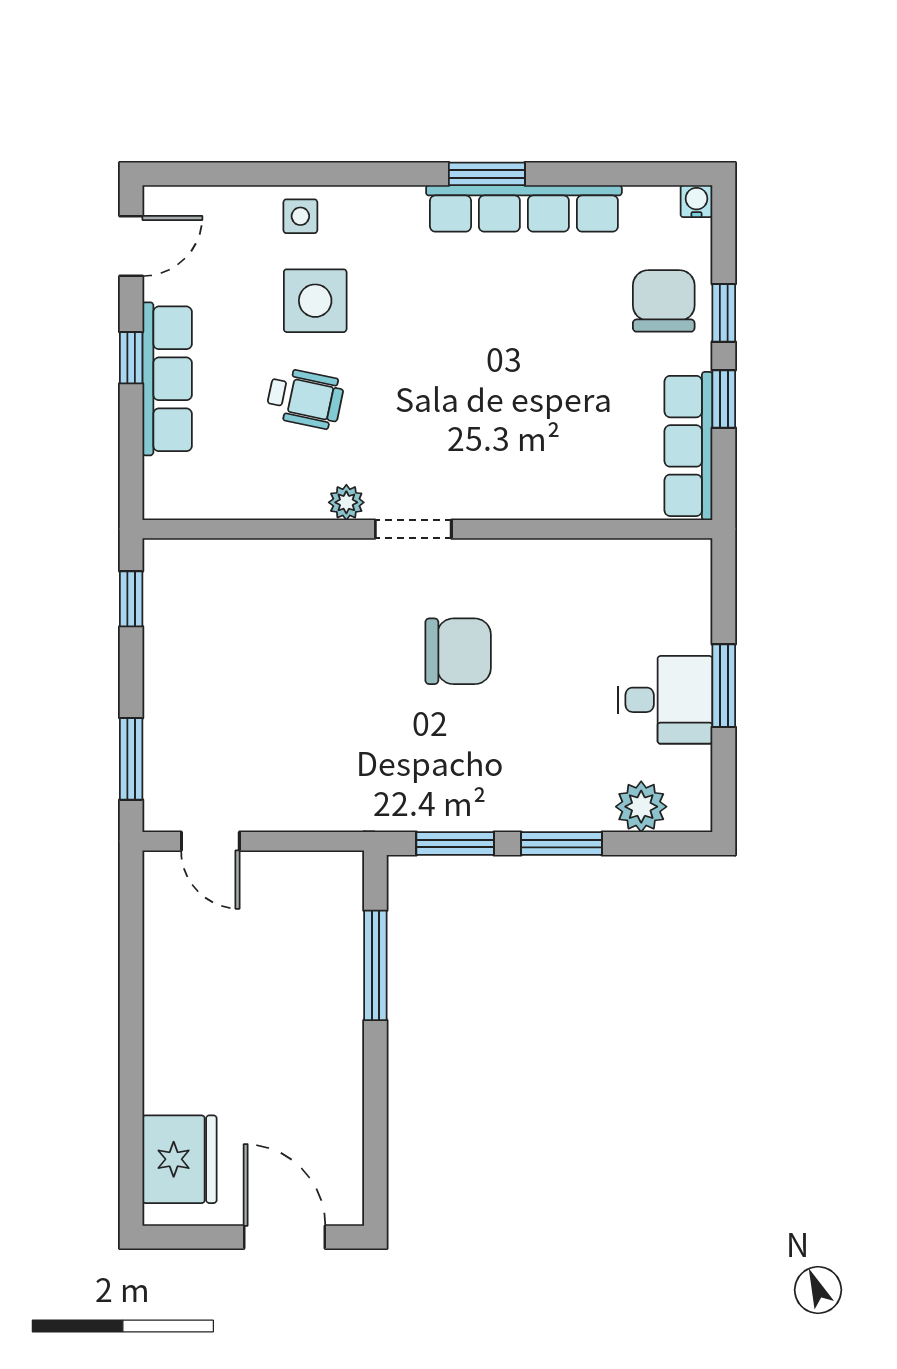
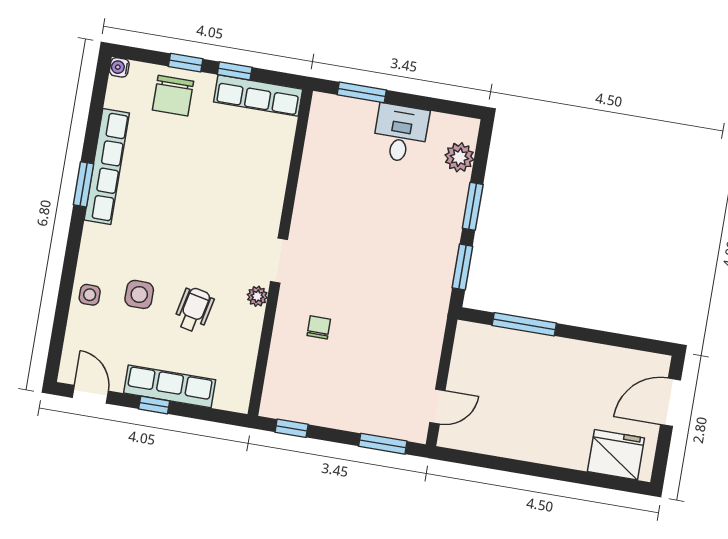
side table: (315, 301) -> (139, 294), width x0.73, depth x0.73
chair: (664, 301) -> (173, 96), turned -90
chair: (458, 651) -> (319, 327), moved, width x0.54, depth x0.54
window: (724, 686) -> (362, 92), moved

